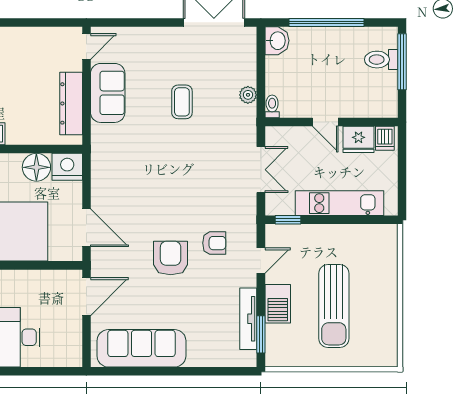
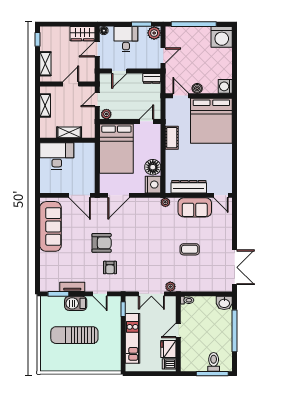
plant: (248, 95) -> (170, 287), moved
plant: (99, 145) -> (165, 202), added
tv unit: (248, 319) -> (72, 287), width x0.71

